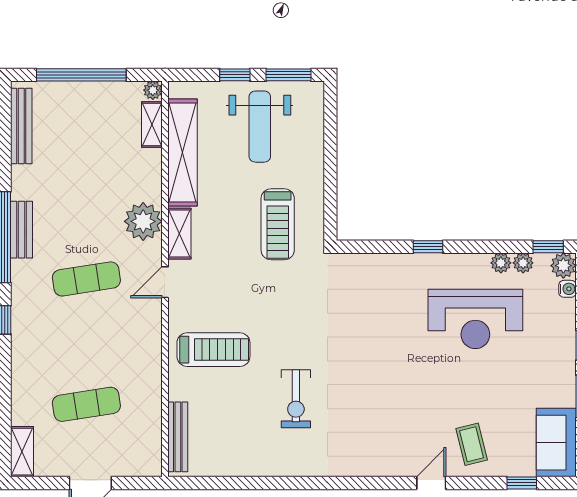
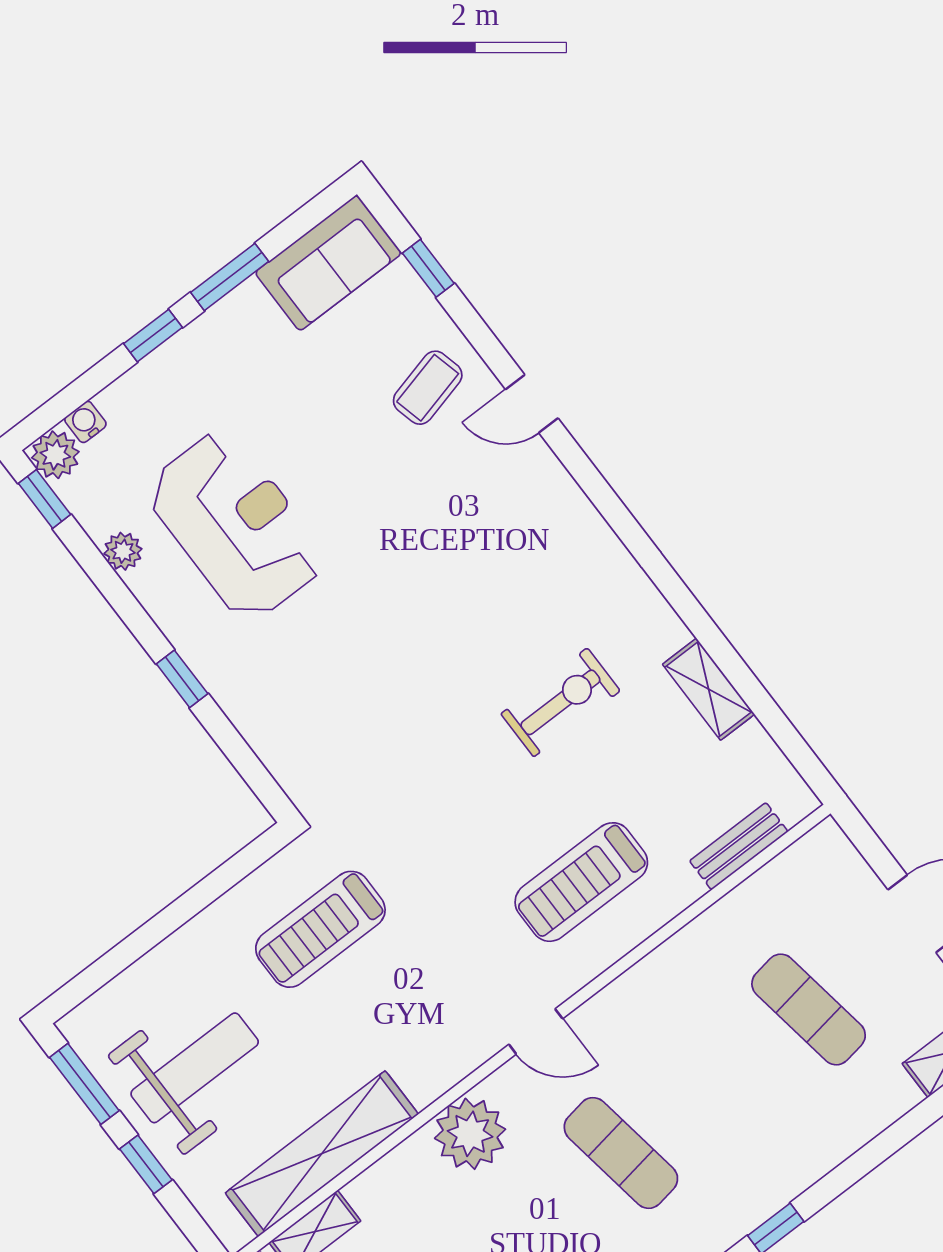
treadmill: (278, 224) -> (320, 929), turned 180
shelving: (179, 234) -> (709, 689), moved, turned 90
plant: (523, 263) -> (97, 518), removed
treadmill: (213, 350) -> (581, 882), turned -90
bench: (178, 437) -> (739, 846), width x0.73

